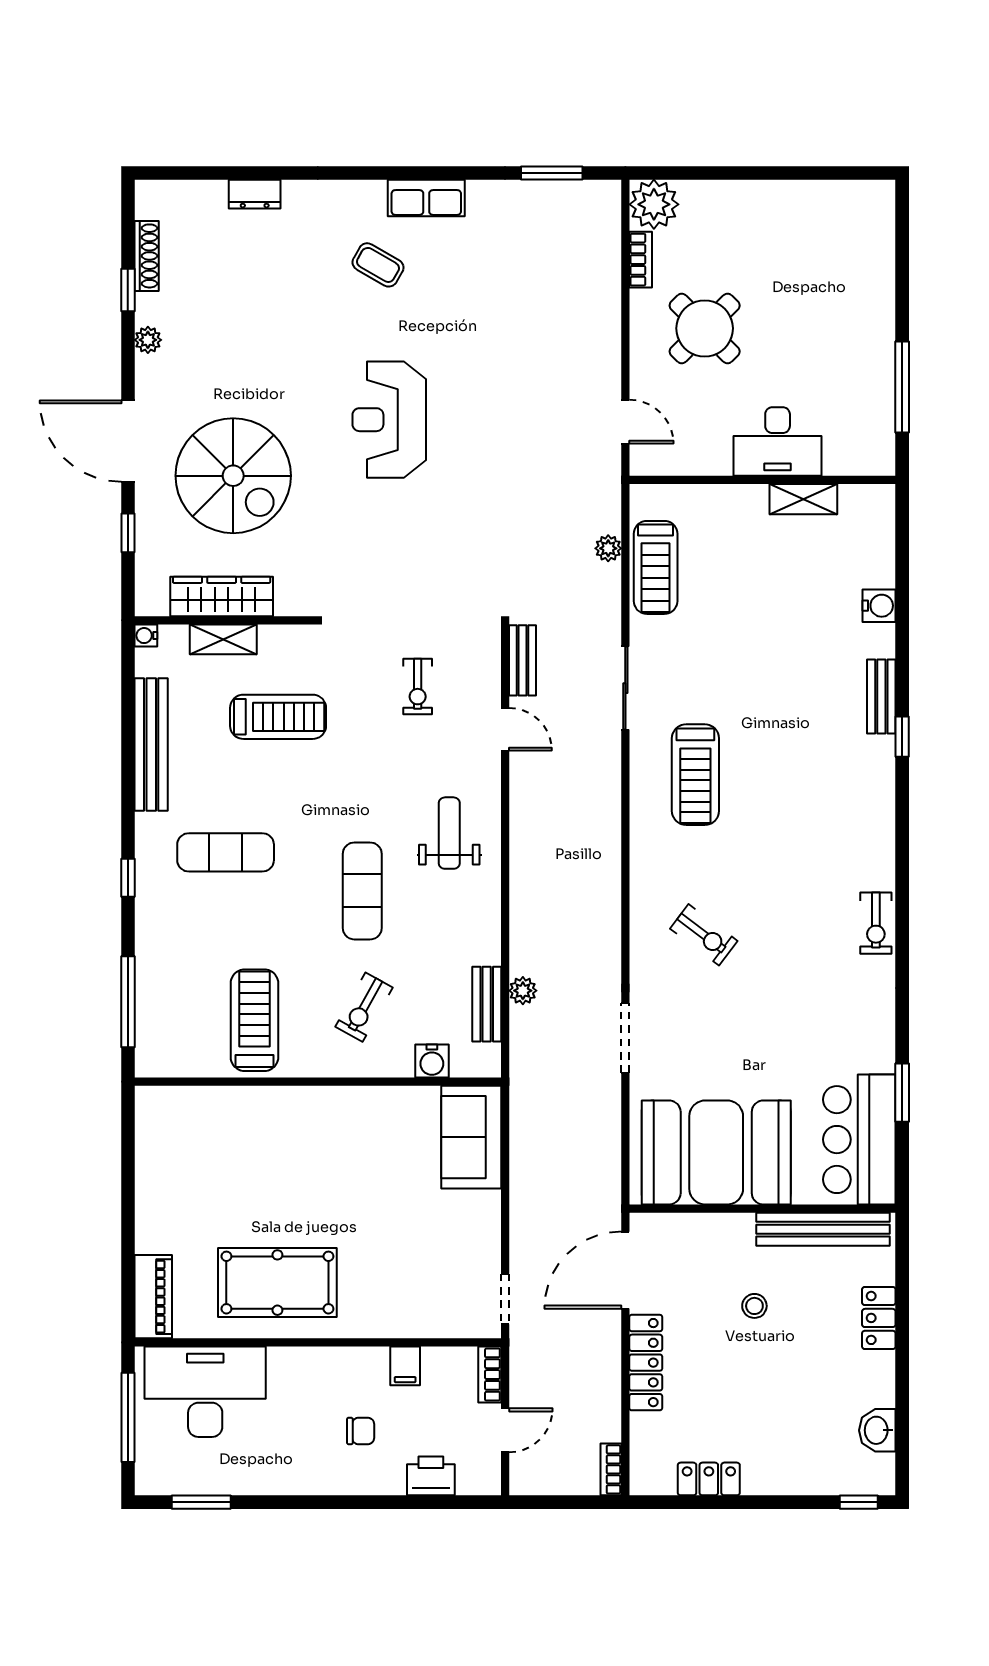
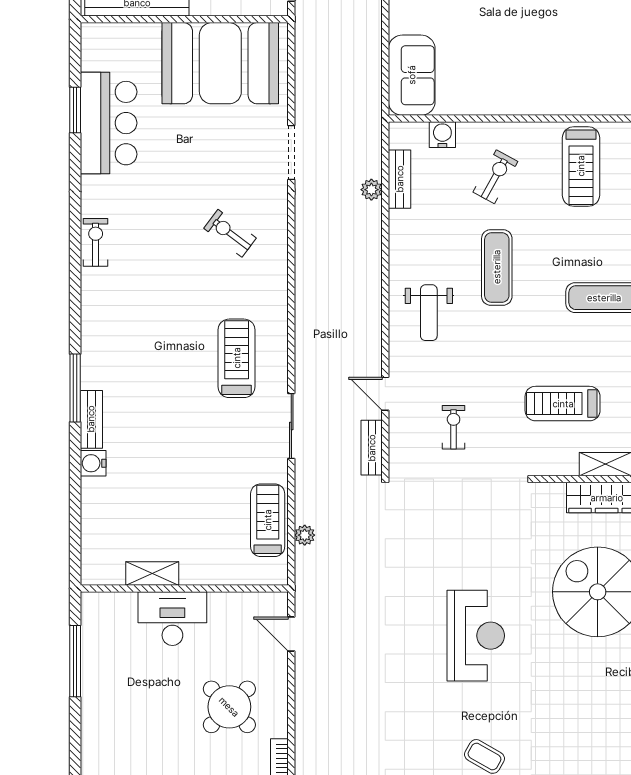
water cooler: (879, 606) -> (93, 463), moved
window: (902, 737) -> (75, 388), width x2.17
bar counter: (859, 1140) -> (109, 123), moved

